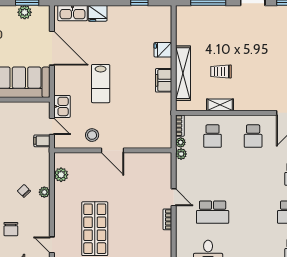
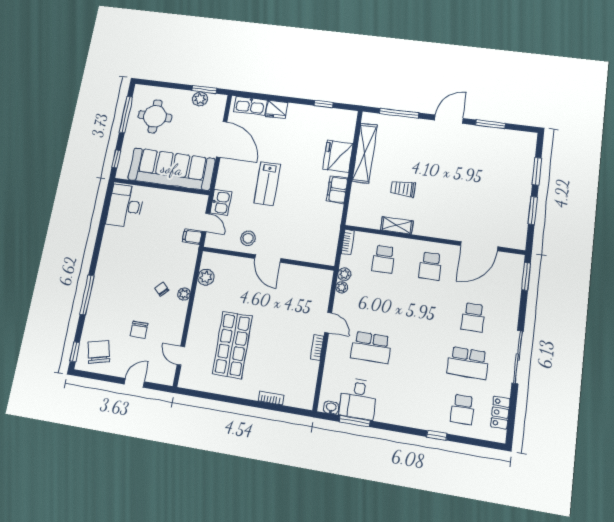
fridge: (163, 50) -> (338, 156), width x1.88, depth x1.34
shelving: (183, 73) -> (365, 153), moved
plant: (181, 142) -> (342, 287), moved

